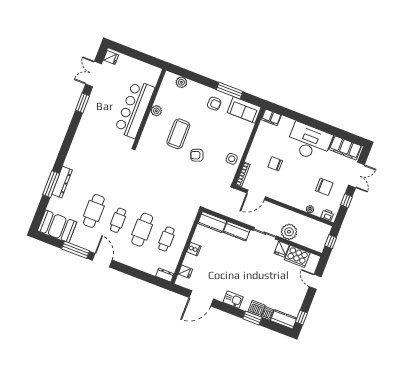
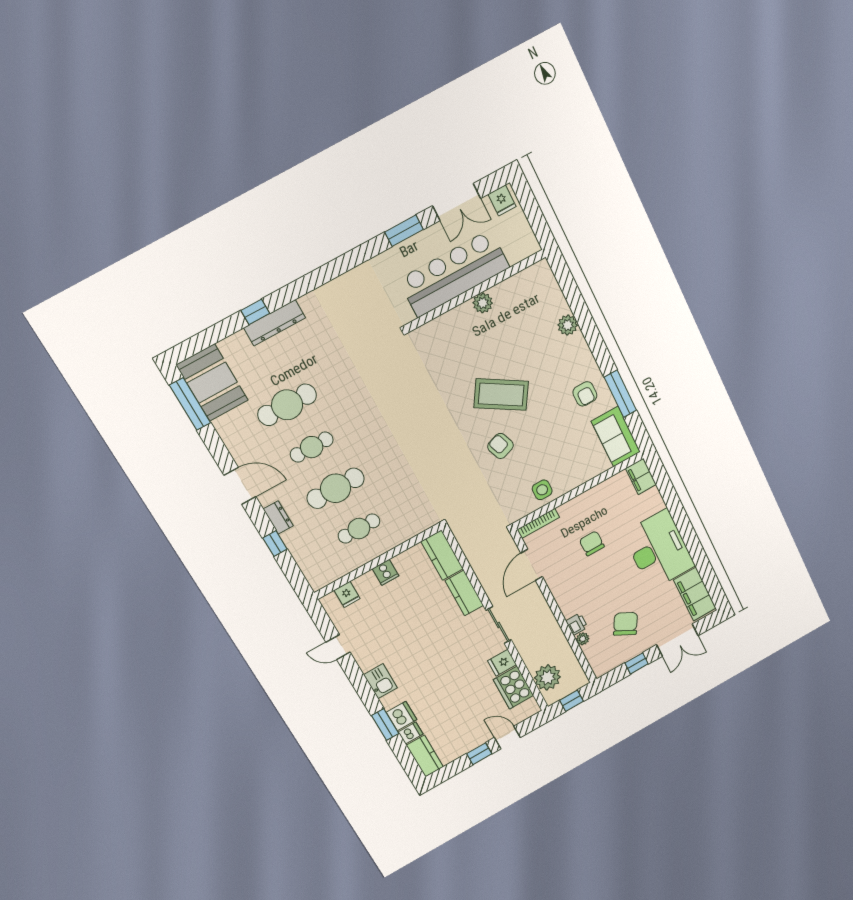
double door: (94, 74) -> (457, 202), swing flipped
wall: (149, 108) -> (477, 290), moved
bar counter: (135, 109) -> (454, 274), moved
plant: (156, 111) -> (483, 303), moved
coffee table: (178, 134) -> (501, 394), turned 32
window: (51, 184) -> (255, 312), width x0.46
chair: (324, 187) -> (626, 624), turned -151
door: (256, 195) -> (532, 565), hinge flipped
printer: (327, 215) -> (577, 624), moved
plant: (289, 232) -> (547, 677), moved
window: (76, 250) -> (190, 404), moved
door: (102, 260) -> (240, 486), hinge flipped
window: (136, 273) -> (275, 544), added
dresser: (165, 275) -> (278, 517), moved
door: (315, 282) -> (507, 737), hinge flipped
door: (201, 298) -> (338, 647), width x0.53
window: (301, 317) -> (479, 754), moved

